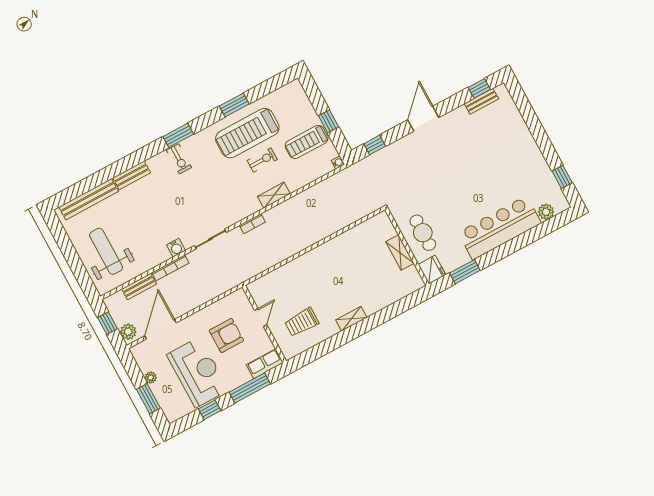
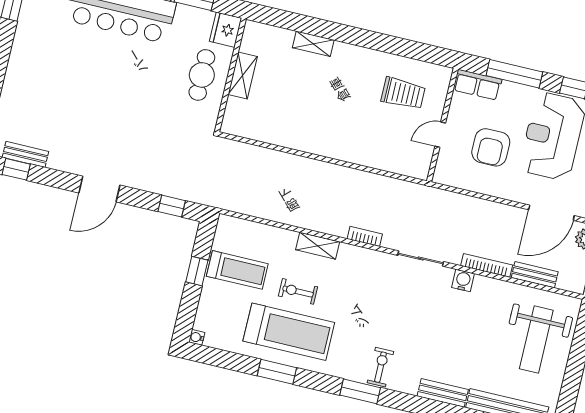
water cooler: (338, 163) -> (197, 337), moved
shelving: (351, 319) -> (313, 44), moved
armchair: (226, 336) -> (491, 147), turned -90

